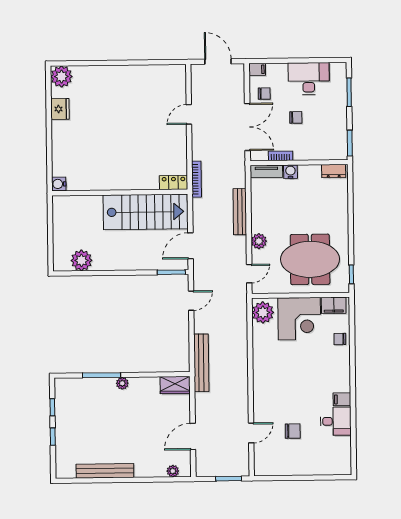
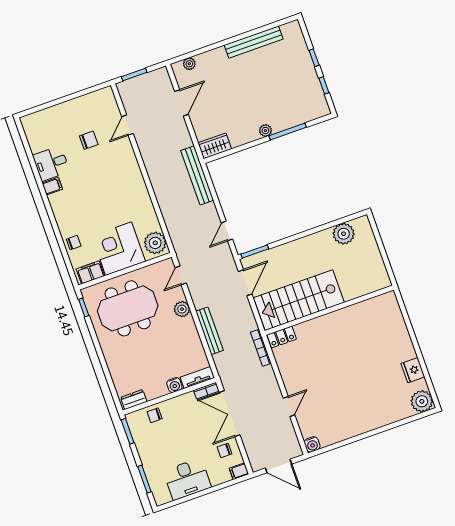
chair: (296, 117) -> (155, 415), moved
bookcase: (281, 156) -> (206, 391), moved
water cooler: (59, 184) -> (312, 444), moved, turned 90
chair: (293, 431) -> (89, 140), turned 180

